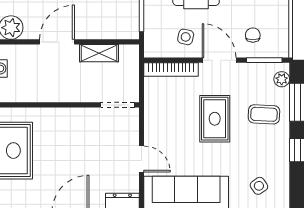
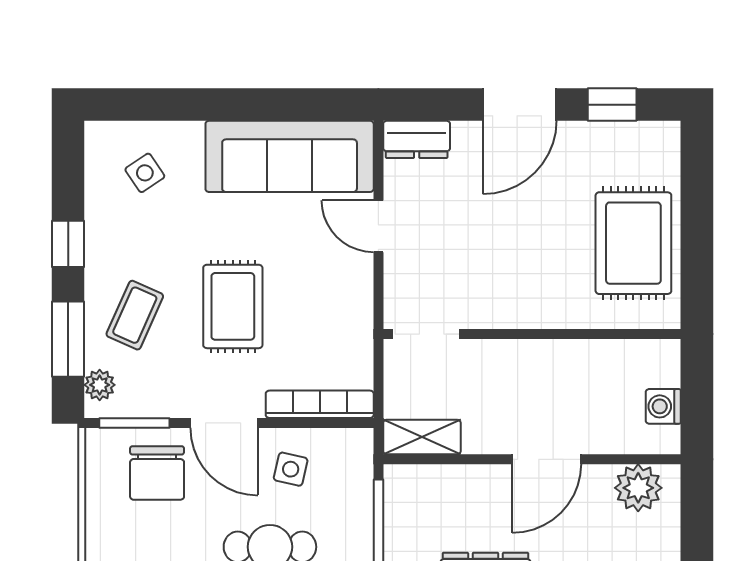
chair: (253, 35) -> (157, 473), width x1.87, depth x1.87
shelving: (99, 53) -> (422, 437), moved
coffee table: (264, 114) -> (135, 315), turned -69

